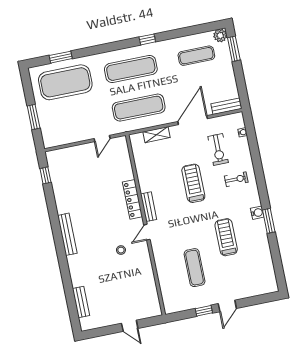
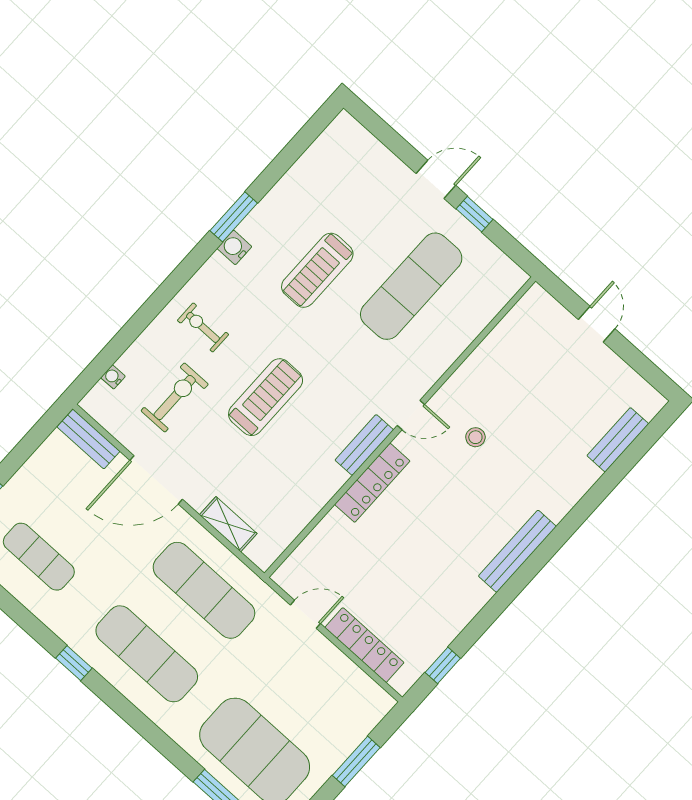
locker: (74, 152) -> (364, 645), added
treadmill: (193, 183) -> (266, 397), turned 180
exercise mat: (195, 268) -> (411, 286), width x1.36, depth x1.45

